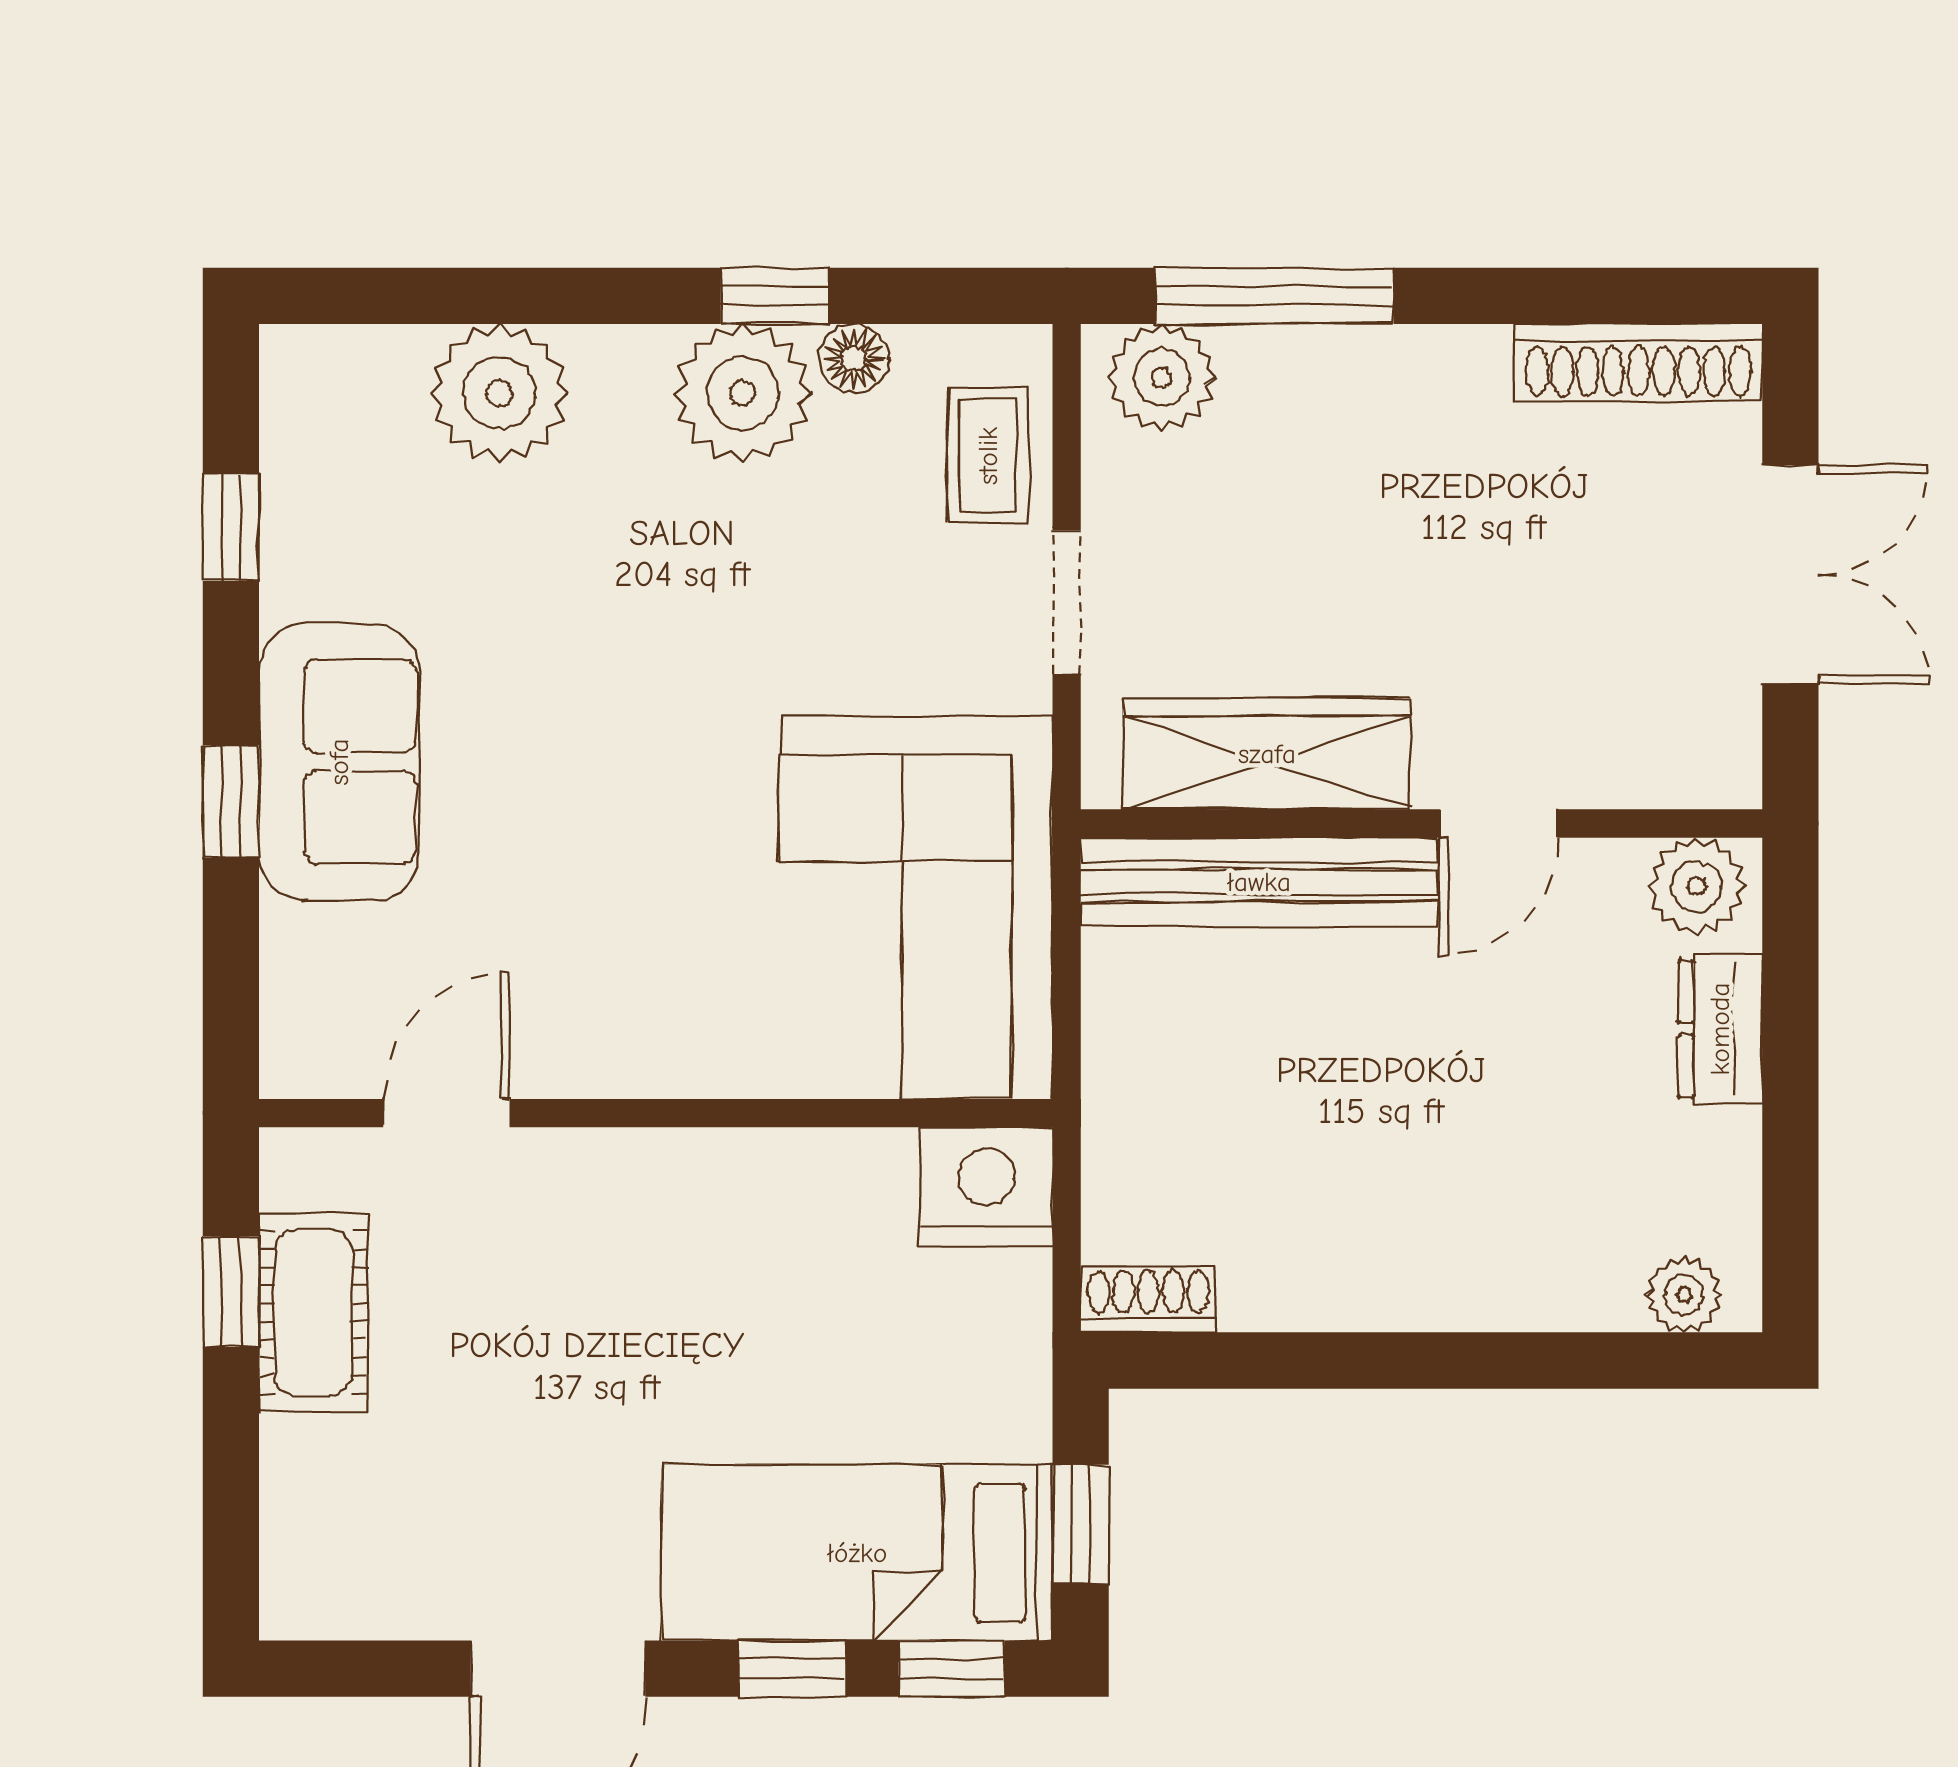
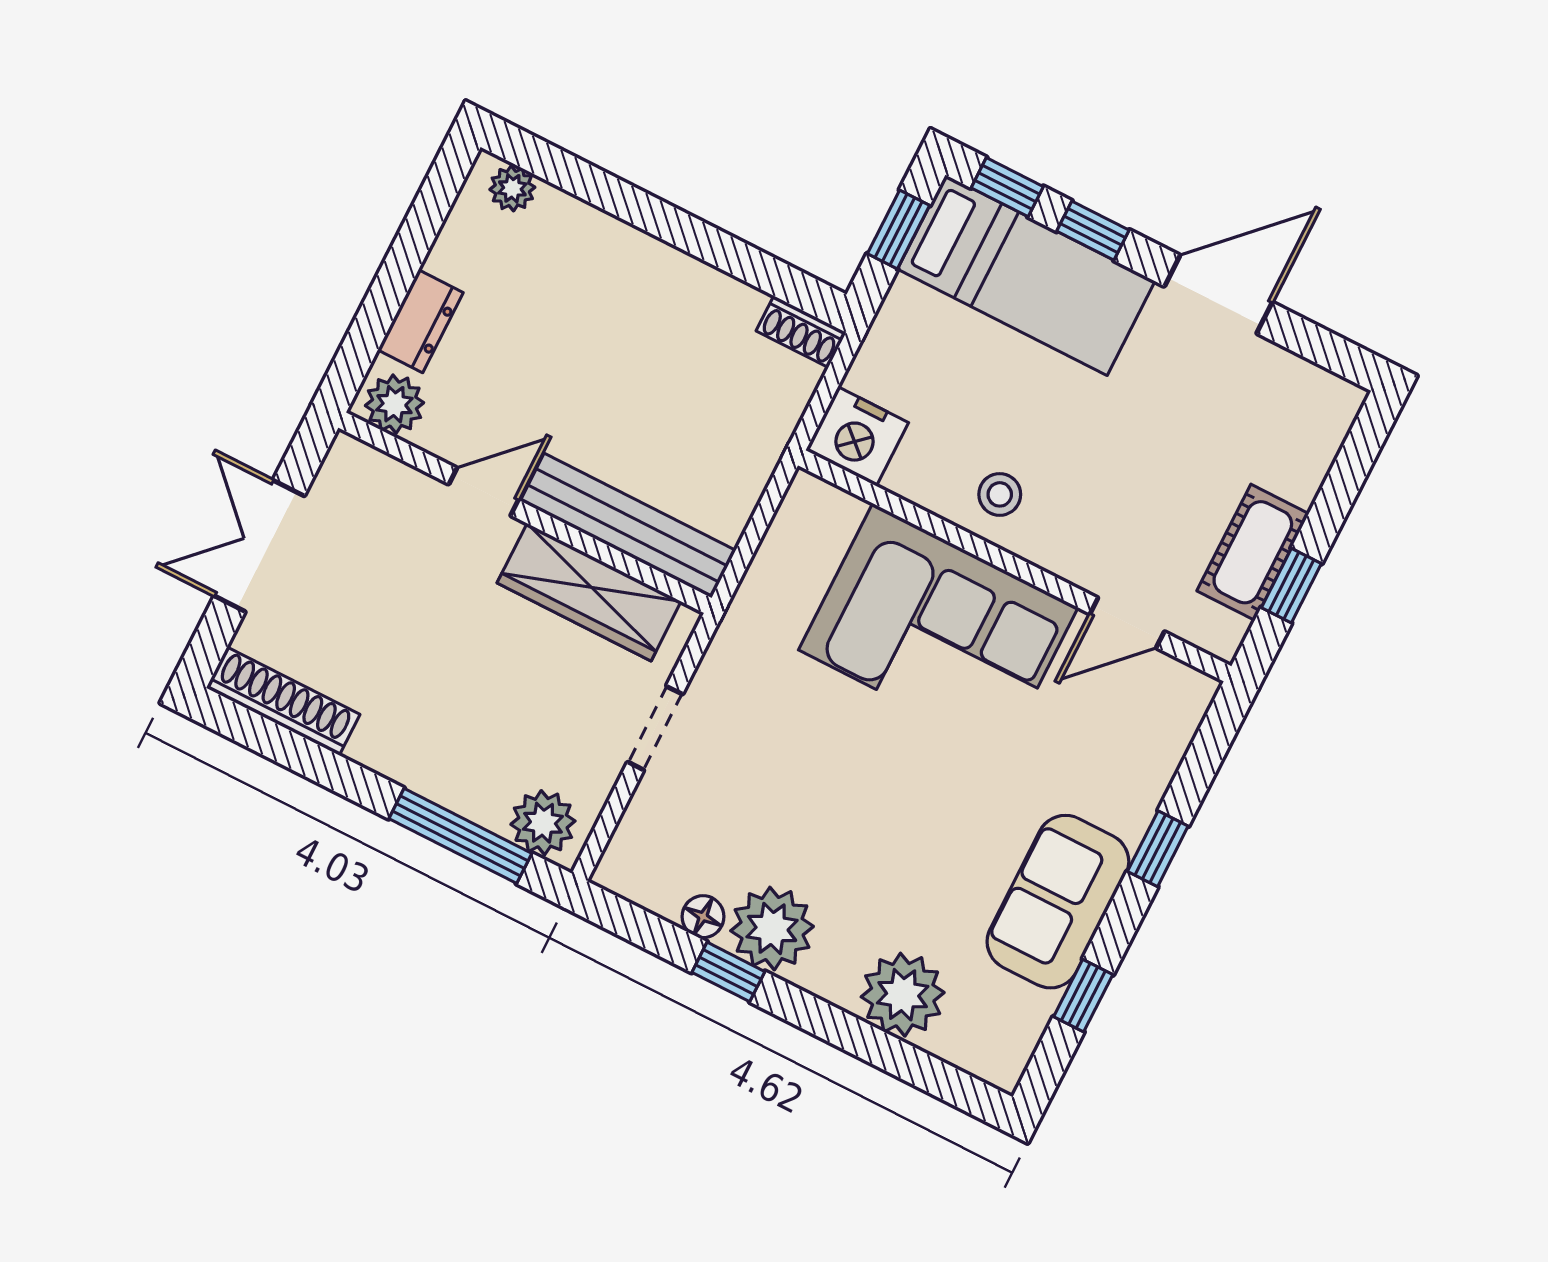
coffee table: (988, 456) -> (658, 828), removed
sofa: (339, 762) -> (1058, 902), moved
corner sofa: (916, 908) -> (938, 629), moved, turned 90
stool: (732, 1208) -> (1000, 494), added

